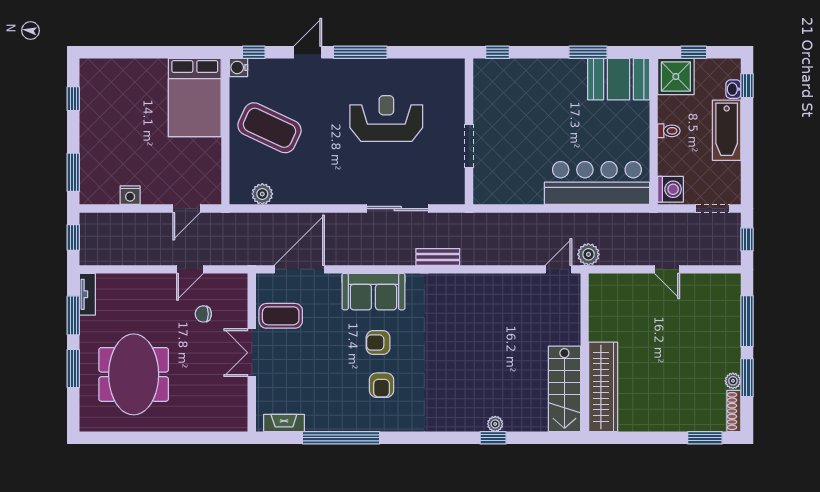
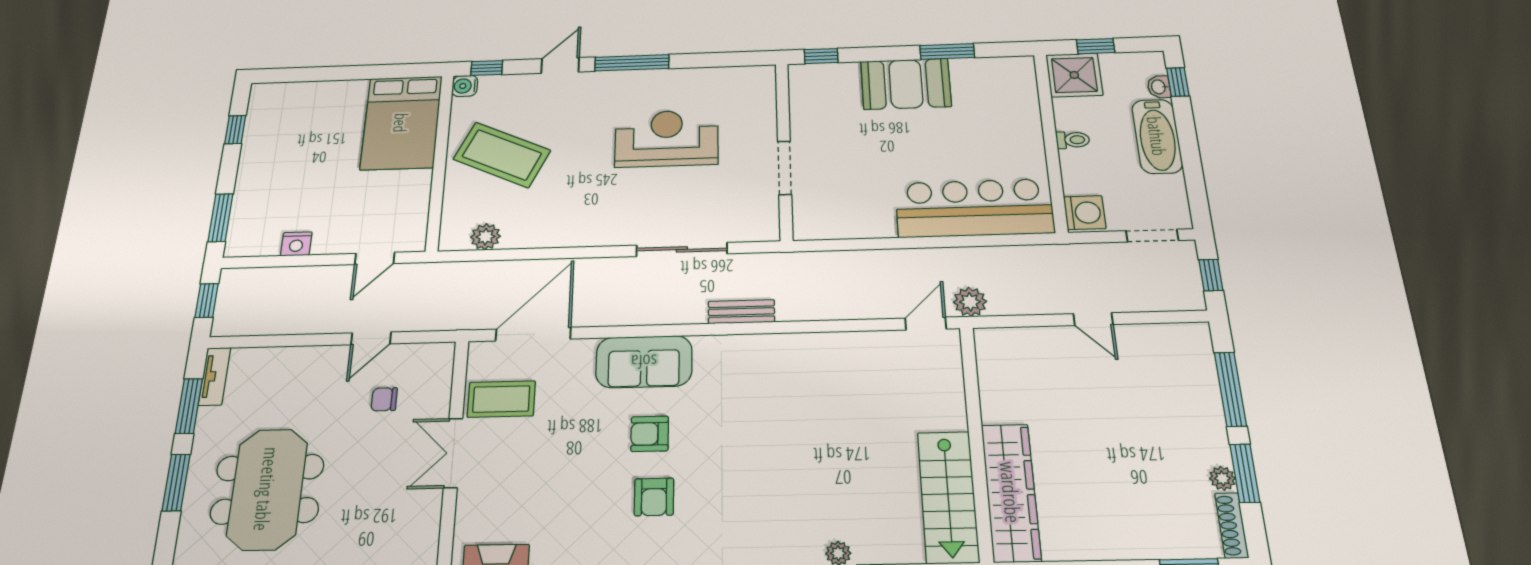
booth: (619, 79) -> (906, 84), moved

